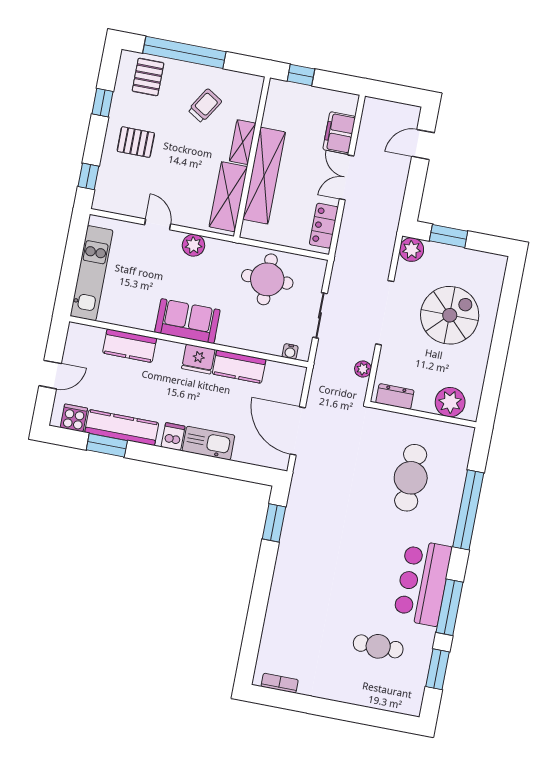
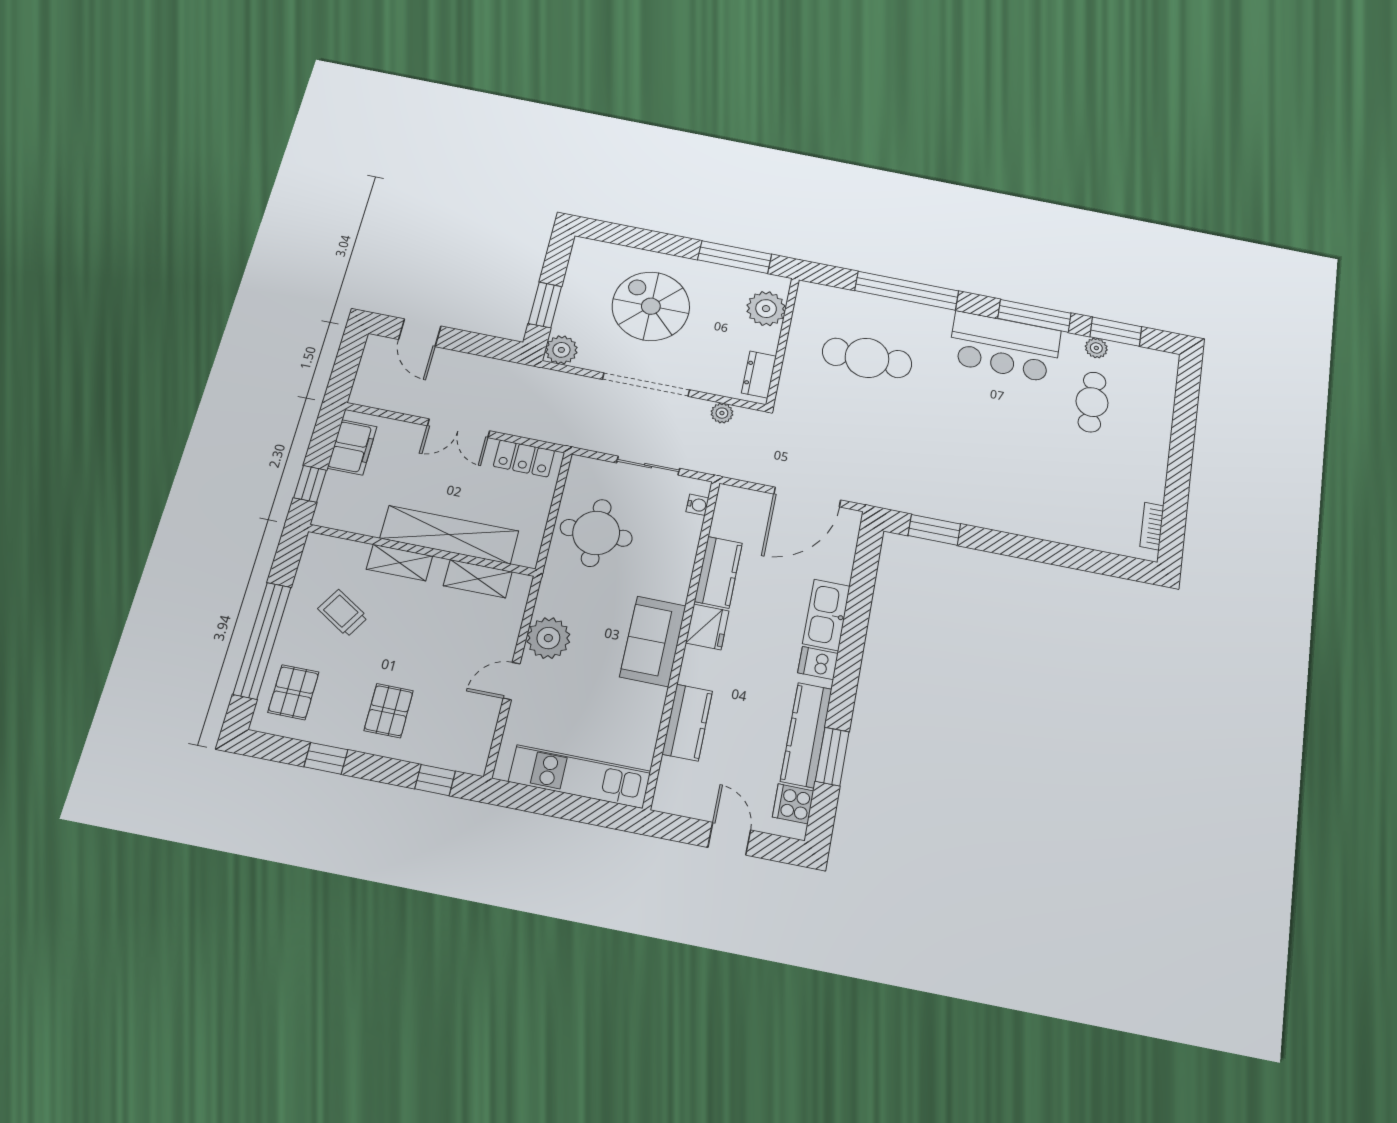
pallet: (148, 77) -> (293, 692), turned 90
filing cabinet: (339, 133) -> (352, 447), moved, turned -90
shelving: (228, 197) -> (478, 579), width x0.67, depth x0.75
plant: (193, 245) -> (548, 638), width x1.36, depth x1.36
window: (494, 378) -> (735, 257), added
plant: (423, 653) -> (1096, 348), added

